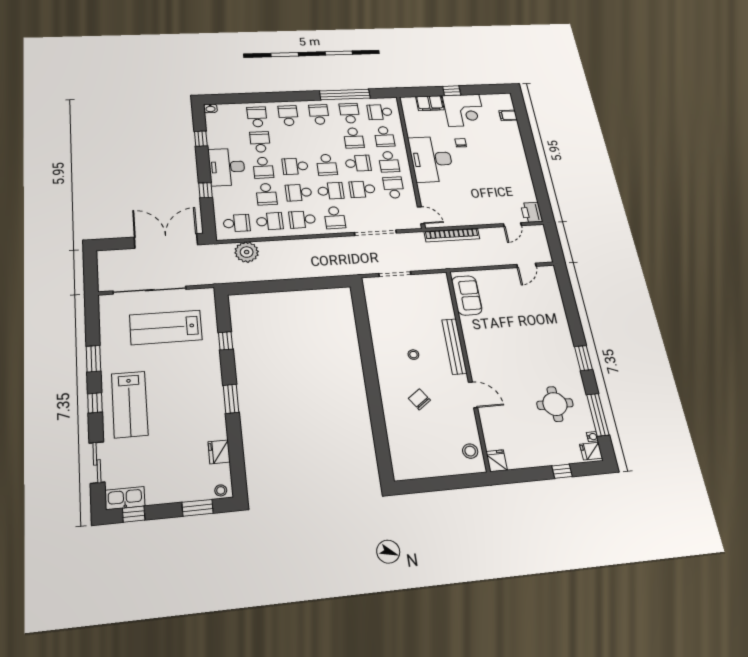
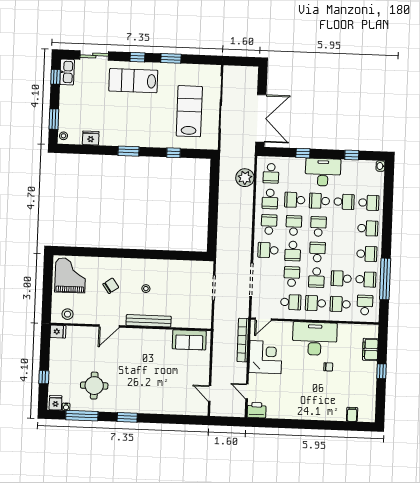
corner desk: (464, 110) -> (265, 357), moved, turned 180
school desk: (327, 165) -> (317, 252), turned 90
grand piano: (417, 454) -> (70, 275), added

